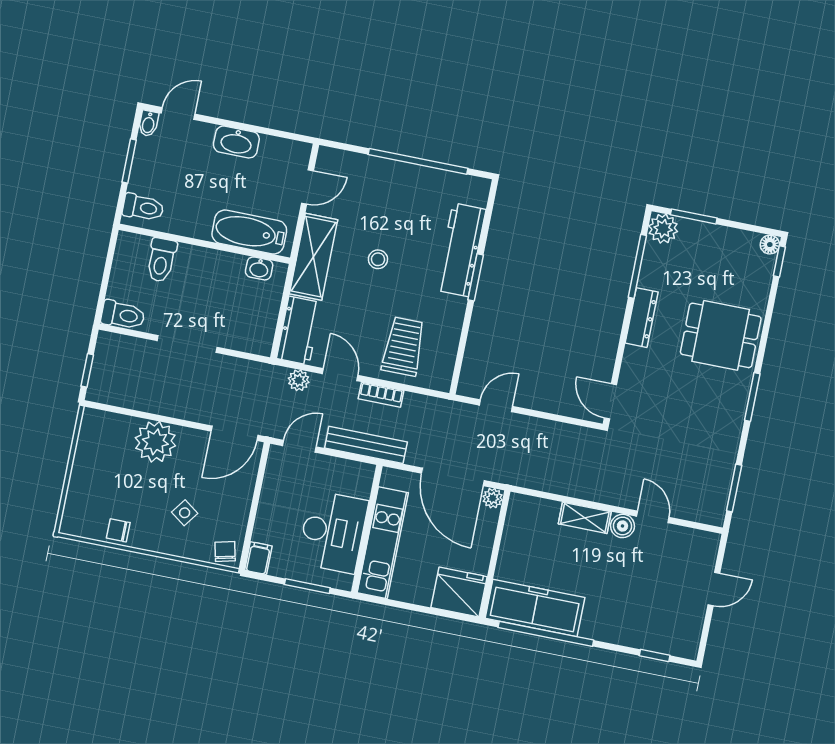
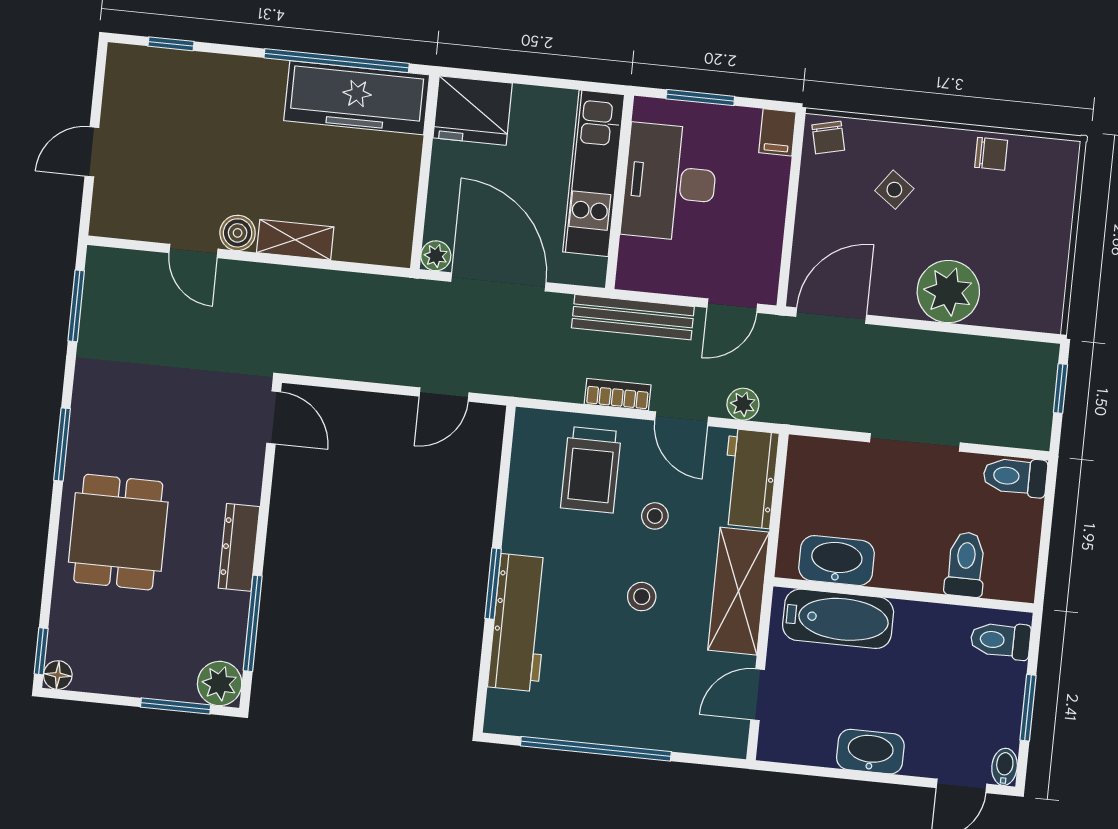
washbasin: (259, 268) -> (837, 561), width x1.91, depth x1.45
stool: (364, 312) -> (655, 516), added
dining table: (721, 335) -> (118, 532), turned 90

